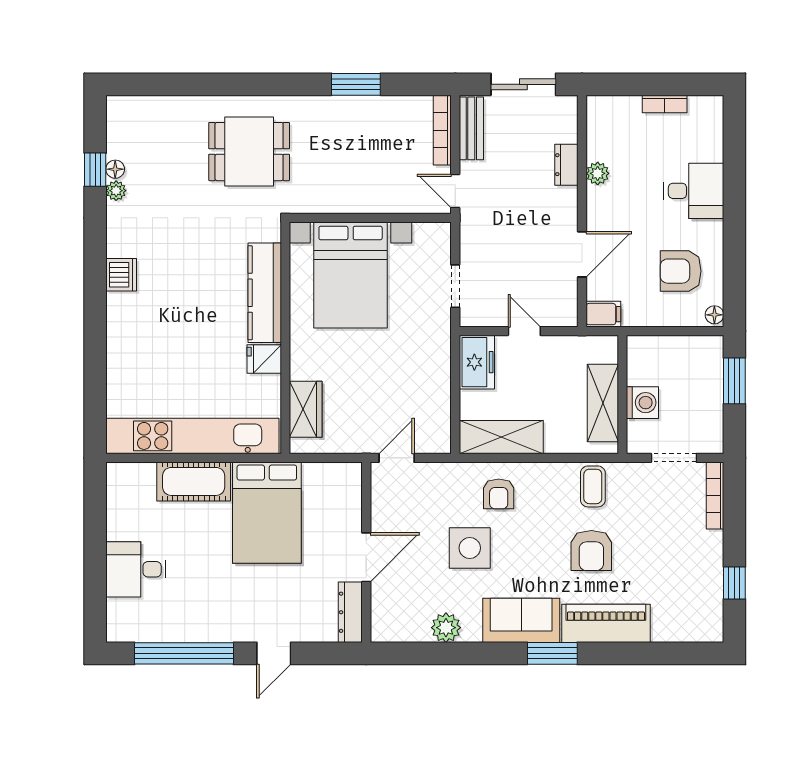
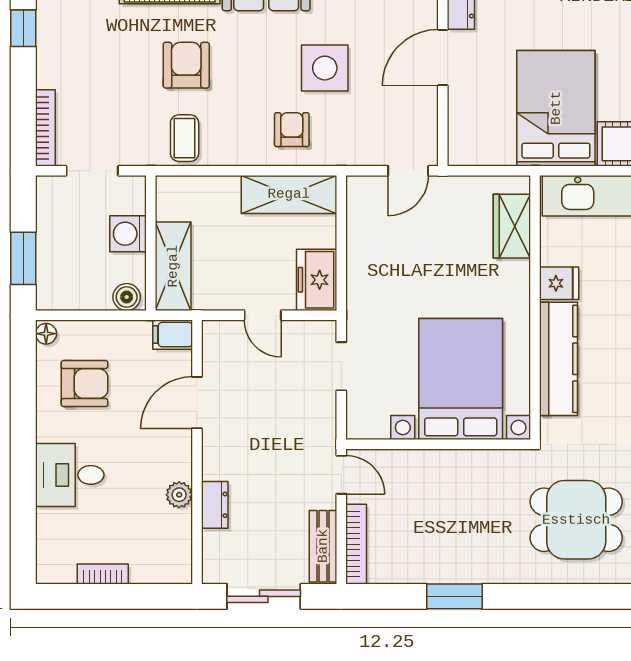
boiler: (644, 347) -> (127, 297), added
shelving: (603, 403) -> (173, 266), moved

